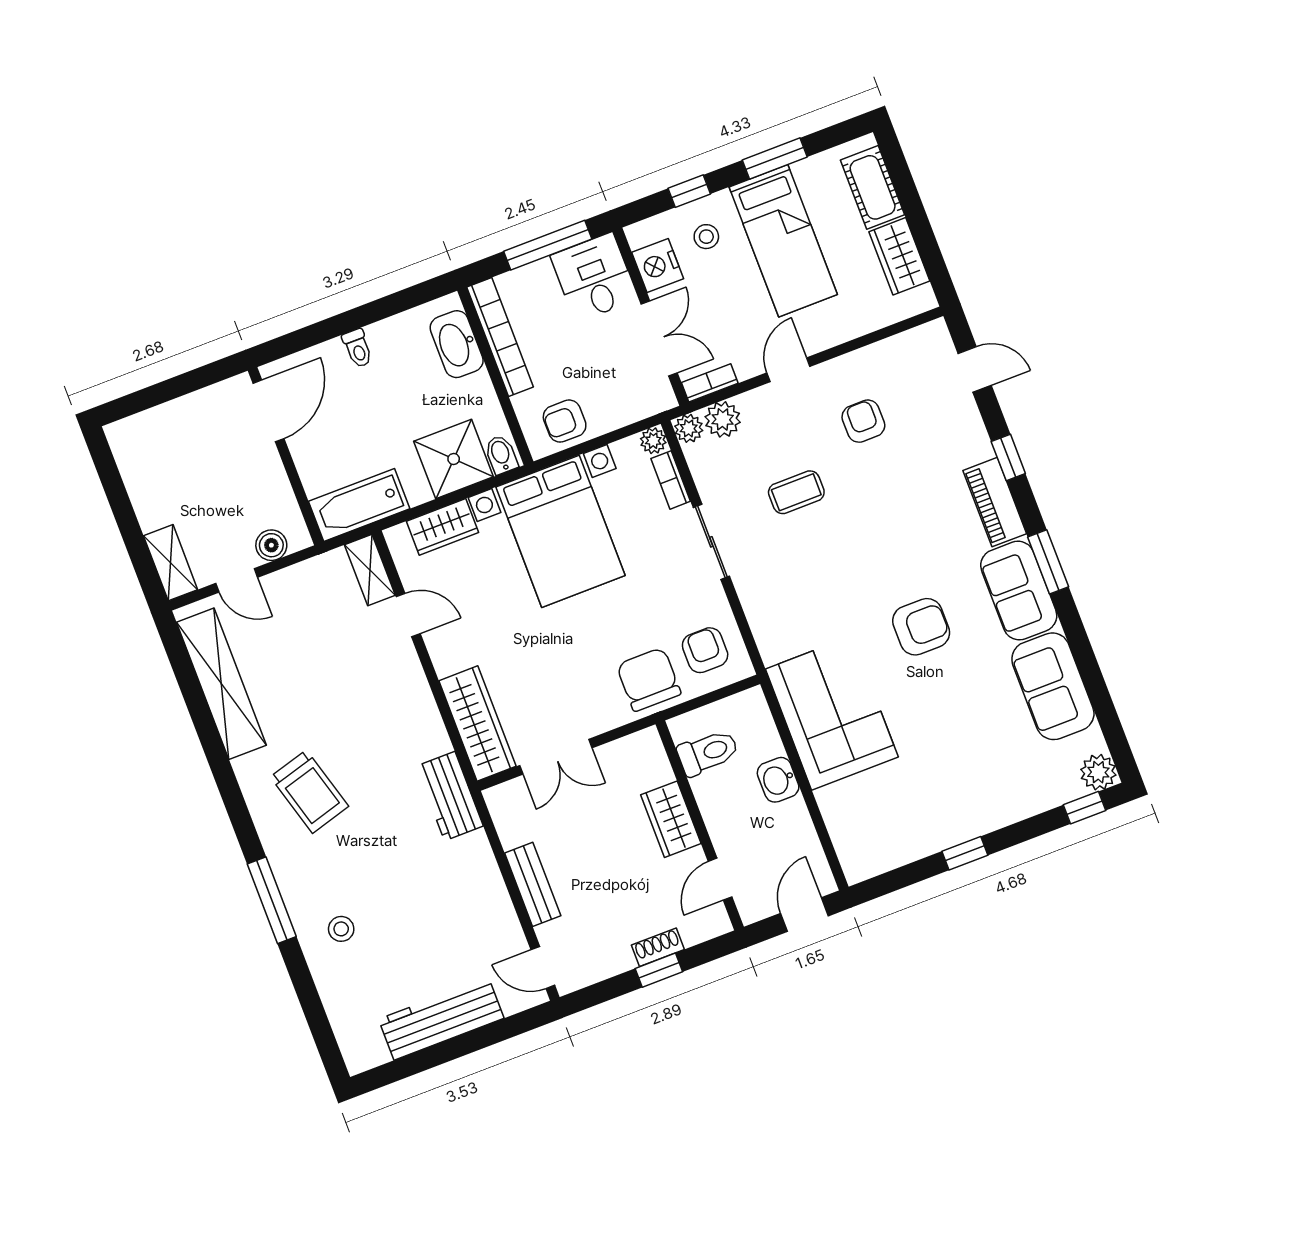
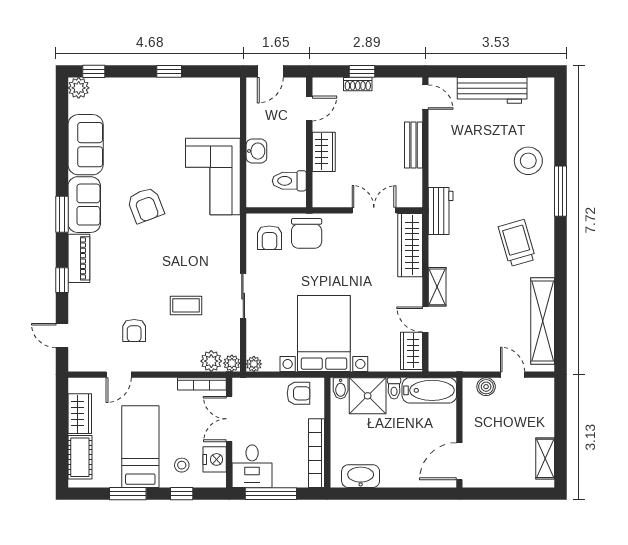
washbasin: (457, 344) -> (361, 476), moved, turned -90
toilet: (358, 348) -> (394, 388), moved, turned 180
door: (788, 370) -> (119, 375), moved
bookcase: (710, 383) -> (202, 384), width x1.56
bookcase: (671, 480) -> (253, 339), removed
wardrobe: (442, 527) -> (412, 351), moved, turned -90
shelving: (171, 563) -> (545, 458), moved
shelving: (370, 570) -> (437, 287), moved
armchair: (921, 627) -> (146, 205), turned -111
stool: (341, 929) -> (528, 161), width x1.89, depth x1.89

